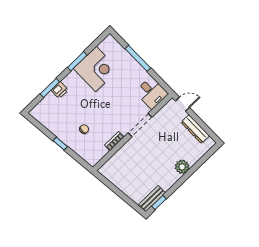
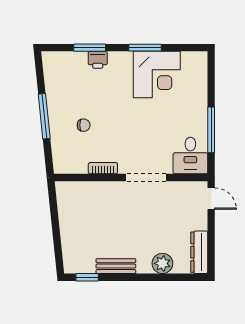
window: (138, 58) -> (211, 130), moved
dresser: (195, 129) -> (199, 252), moved
window: (60, 144) -> (44, 116), width x2.17
plant: (182, 167) -> (162, 263), moved
bench: (152, 199) -> (116, 266), moved

